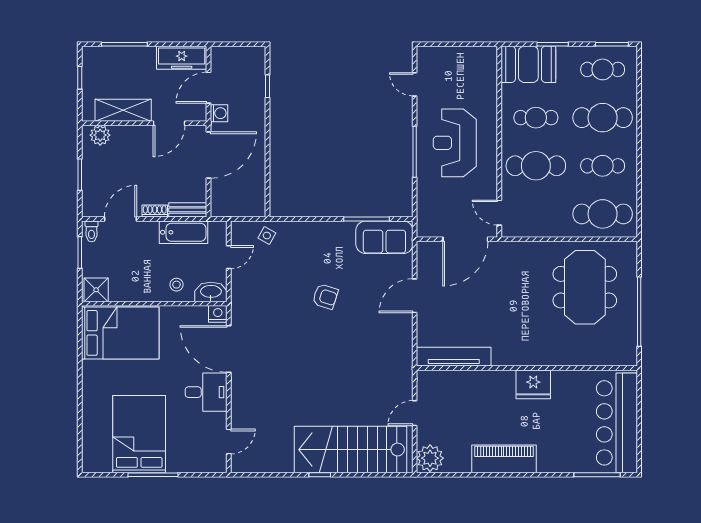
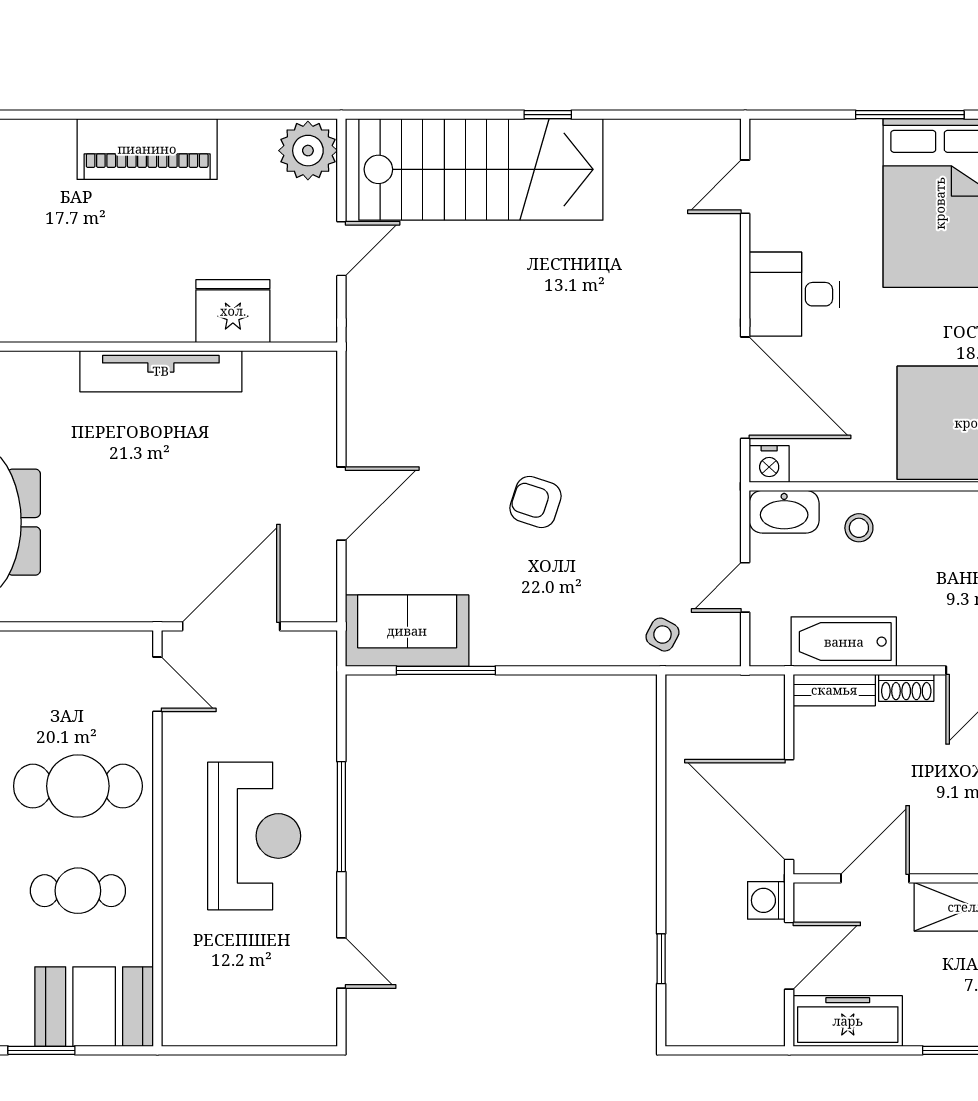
door: (209, 155) -> (789, 810), hinge flipped
tv unit: (454, 357) -> (161, 371), moved
fridge: (533, 384) -> (233, 311), moved

